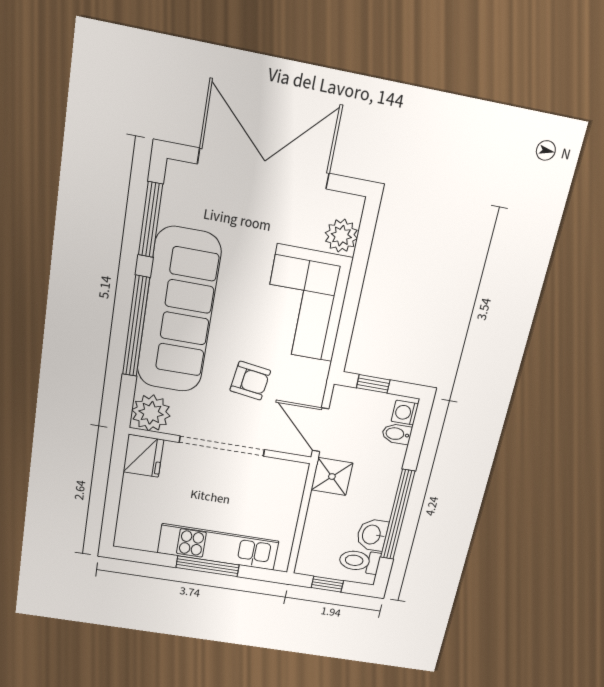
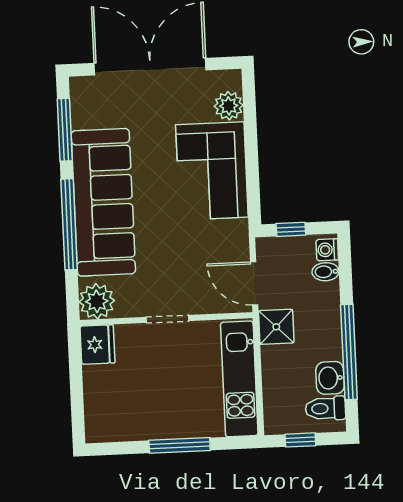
armchair: (250, 381) -> (179, 251), removed
doorway: (222, 446) -> (167, 319), width x0.53
kitchen unit: (218, 547) -> (239, 379), moved, turned -90

